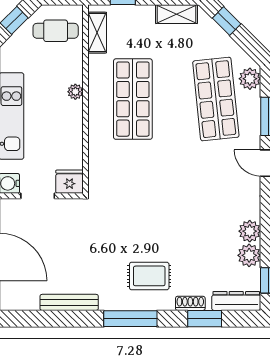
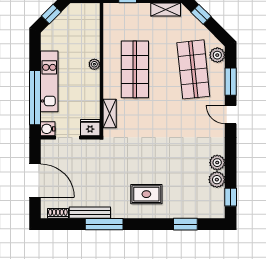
cafe table: (56, 31) -> (80, 21), removed
shelving: (97, 33) -> (110, 114), moved
dresser: (236, 301) -> (208, 212), removed
shoe rack: (190, 303) -> (58, 213), moved
window: (130, 319) -> (104, 224), moved

